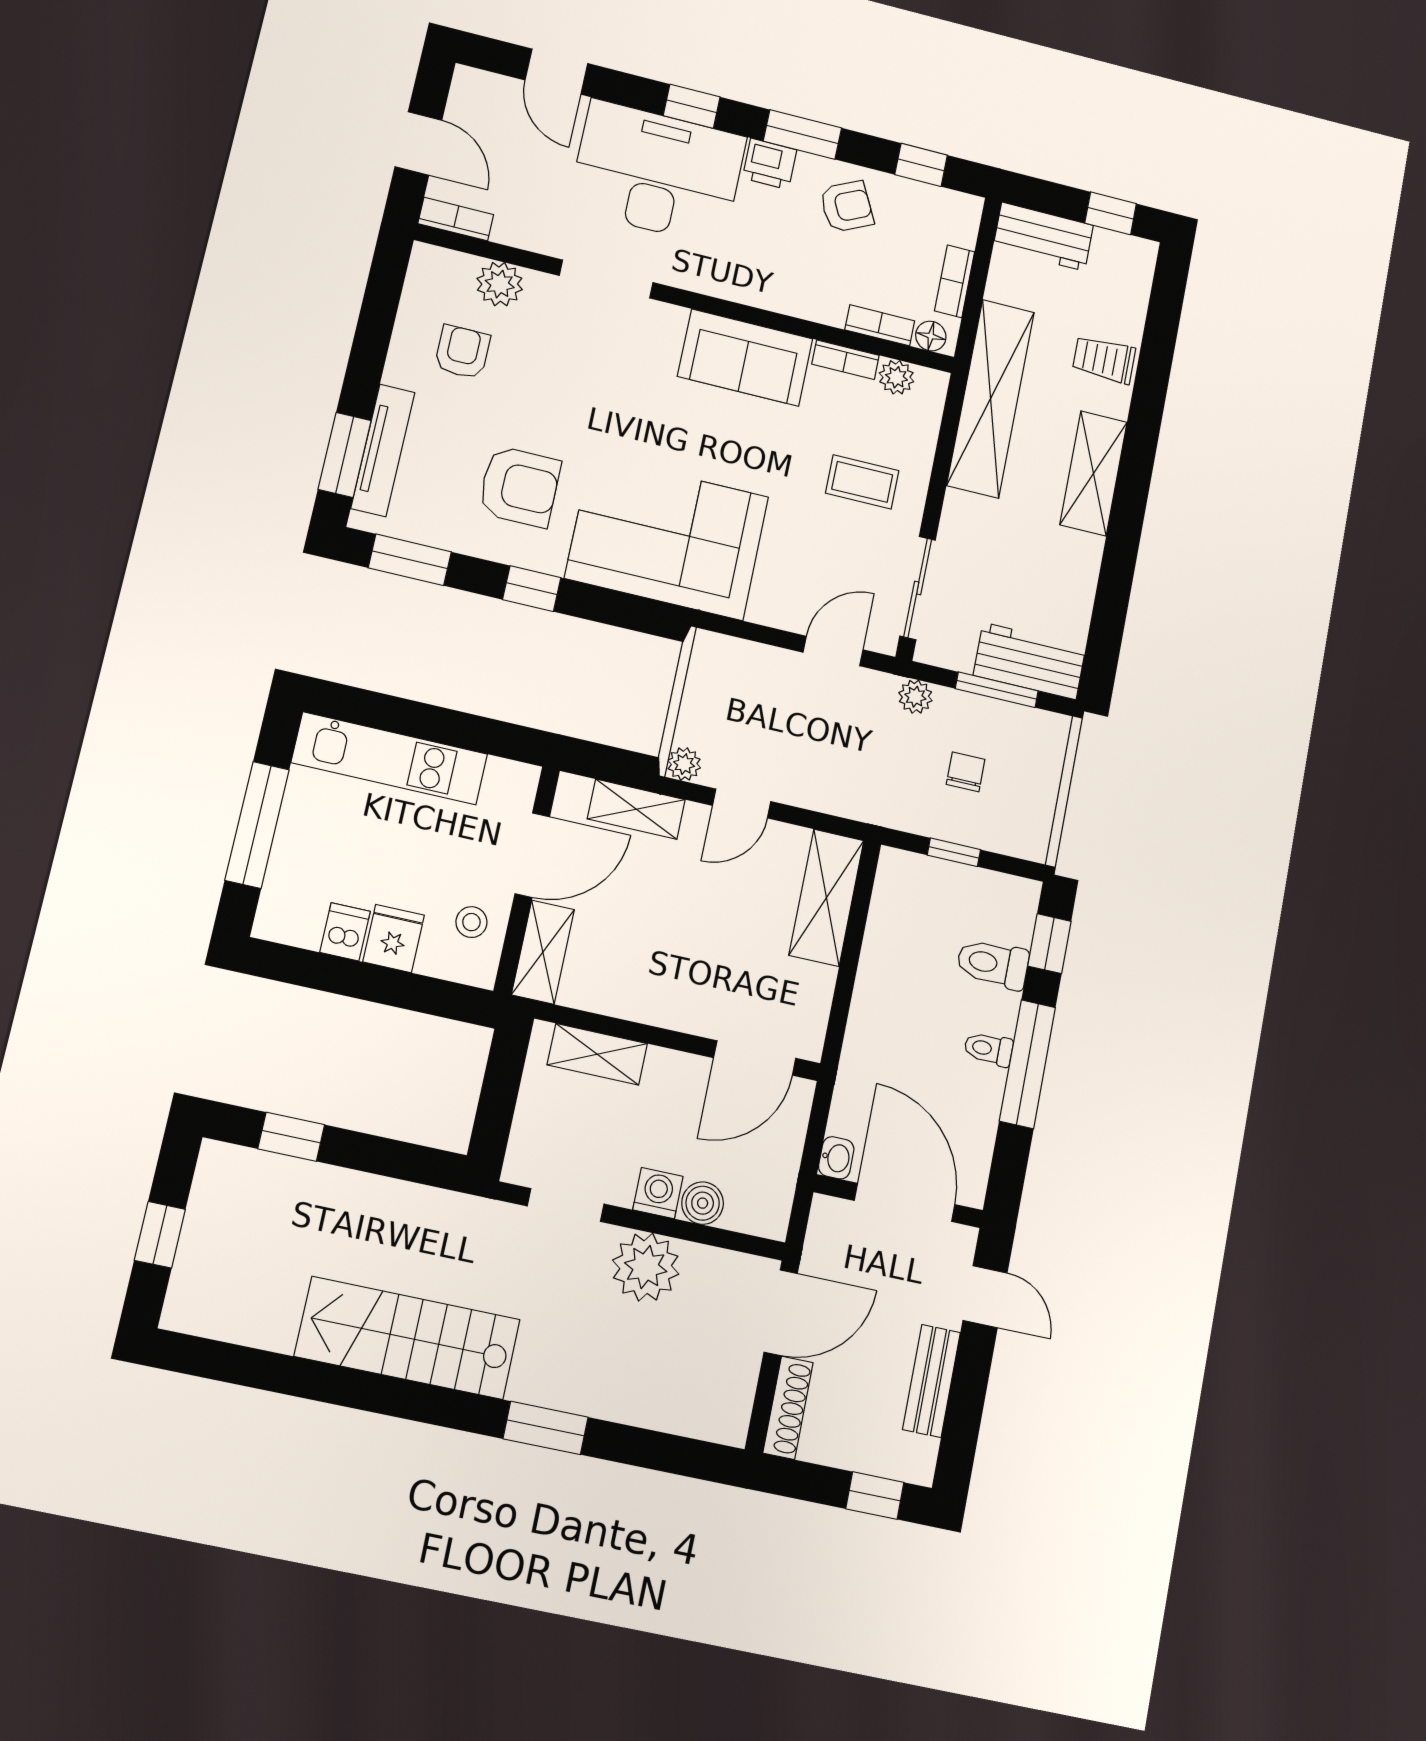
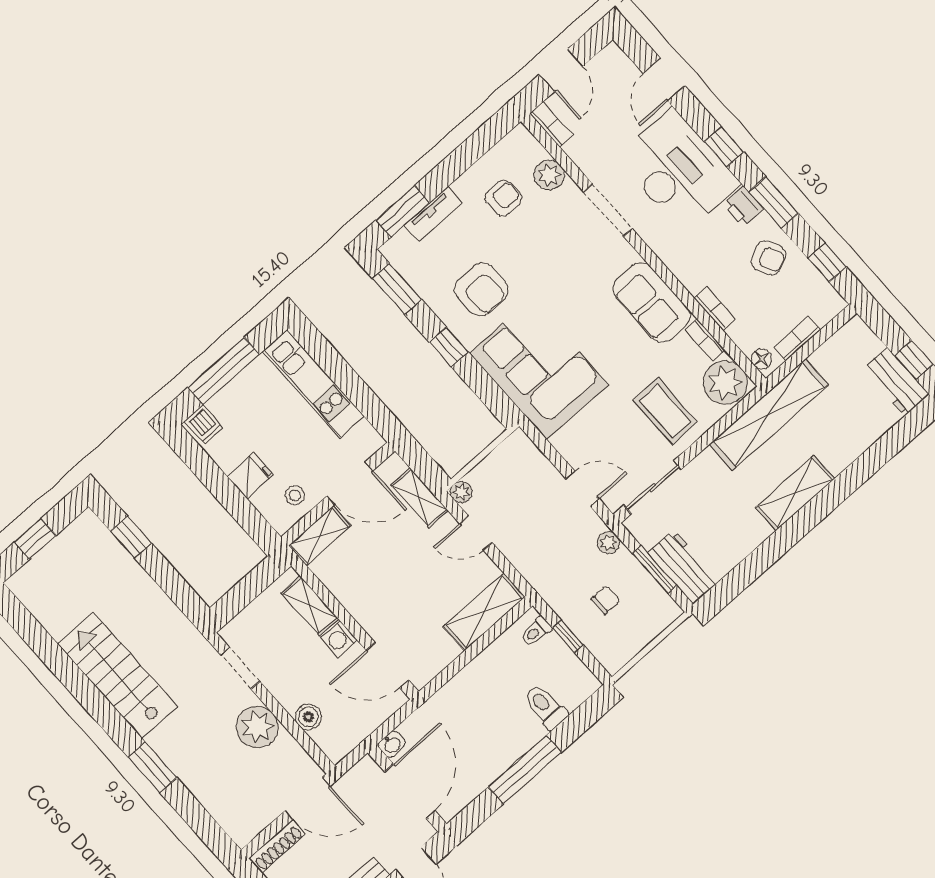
workbench: (1043, 237) -> (896, 382), moved
bookcase: (880, 325) -> (715, 308), moved
trolley: (1104, 360) -> (848, 436), removed
plant: (896, 377) -> (725, 383), width x1.87, depth x1.87
tv unit: (383, 450) -> (433, 214), width x0.71
coffee table: (862, 482) -> (665, 411), width x1.36, depth x1.30
dishwasher: (345, 932) -> (204, 424), moved, turned 90
window: (1049, 944) -> (583, 718), removed
toilet: (988, 1049) -> (536, 631), moved, turned -90
washing machine: (658, 1193) -> (339, 639), moved, turned 180

